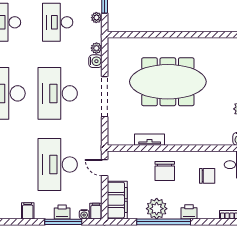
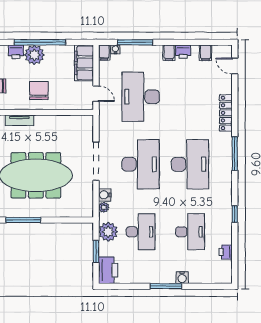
plant: (96, 18) -> (108, 232), width x1.87, depth x1.87
window: (181, 35) -> (23, 220), added
tv unit: (150, 140) -> (19, 120), moved
desk: (58, 164) -> (141, 97), turned 180
plant: (157, 209) -> (34, 55), moved
printer: (62, 212) -> (183, 52), moved

